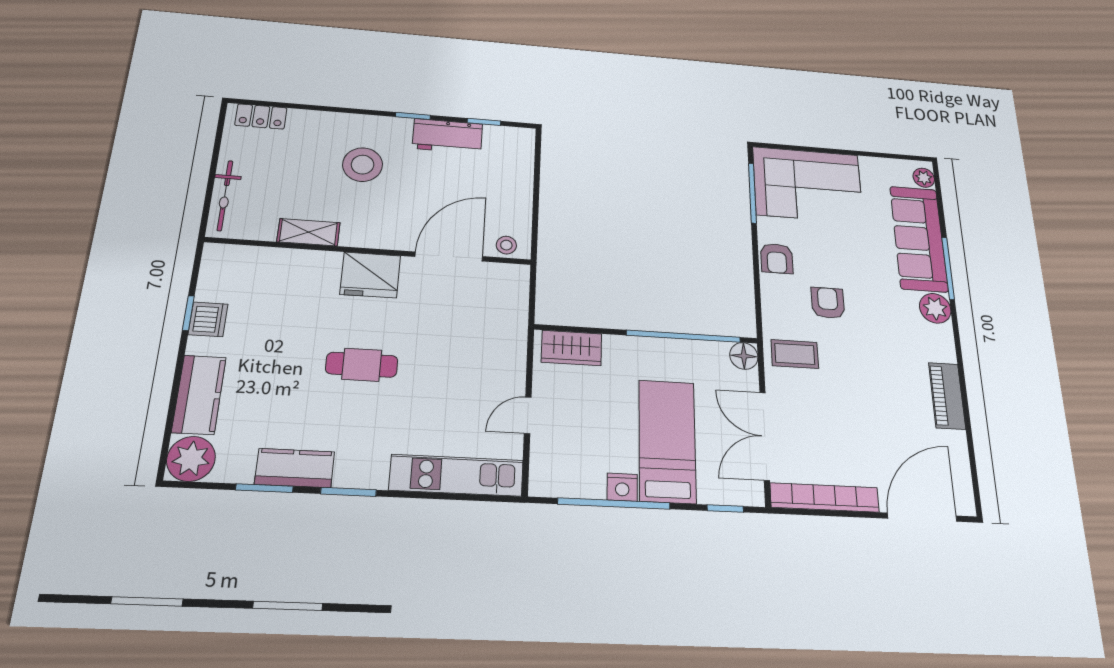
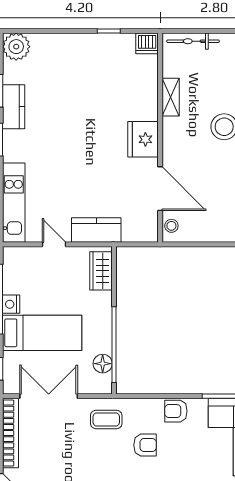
dishwasher: (208, 319) -> (147, 43), moved
coffee table: (795, 354) -> (106, 420), turned 90
floor lamp: (744, 356) -> (103, 364), moved
cafe table: (362, 365) -> (81, 140), removed
kitchen counter: (199, 395) -> (96, 230), moved, turned 180

